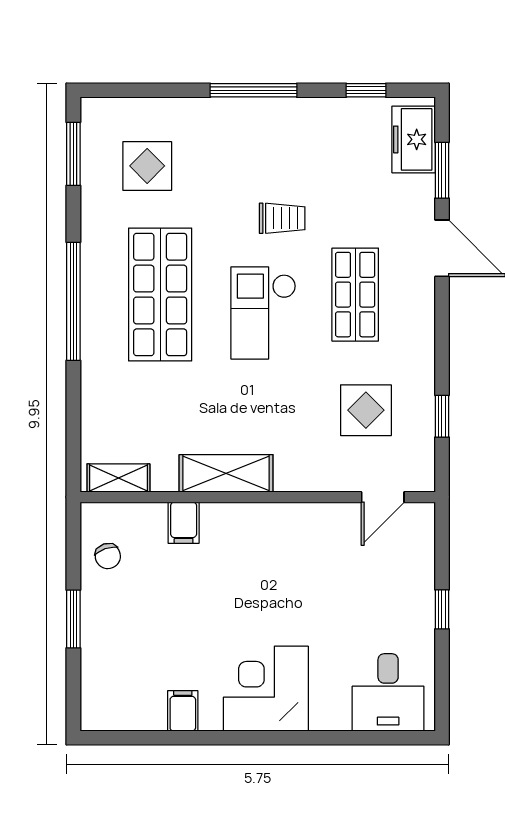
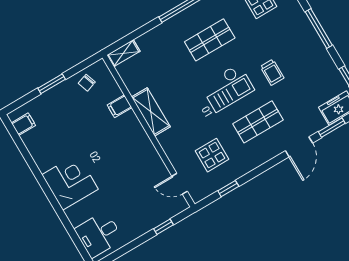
shop shelf: (160, 295) -> (210, 40), width x0.70, depth x0.74
checkout: (263, 313) -> (228, 88), turned 180
shelving: (118, 478) -> (123, 53), moved, turned 90
window: (442, 609) -> (164, 227), moved
filing cabinet: (183, 711) -> (23, 124), moved

